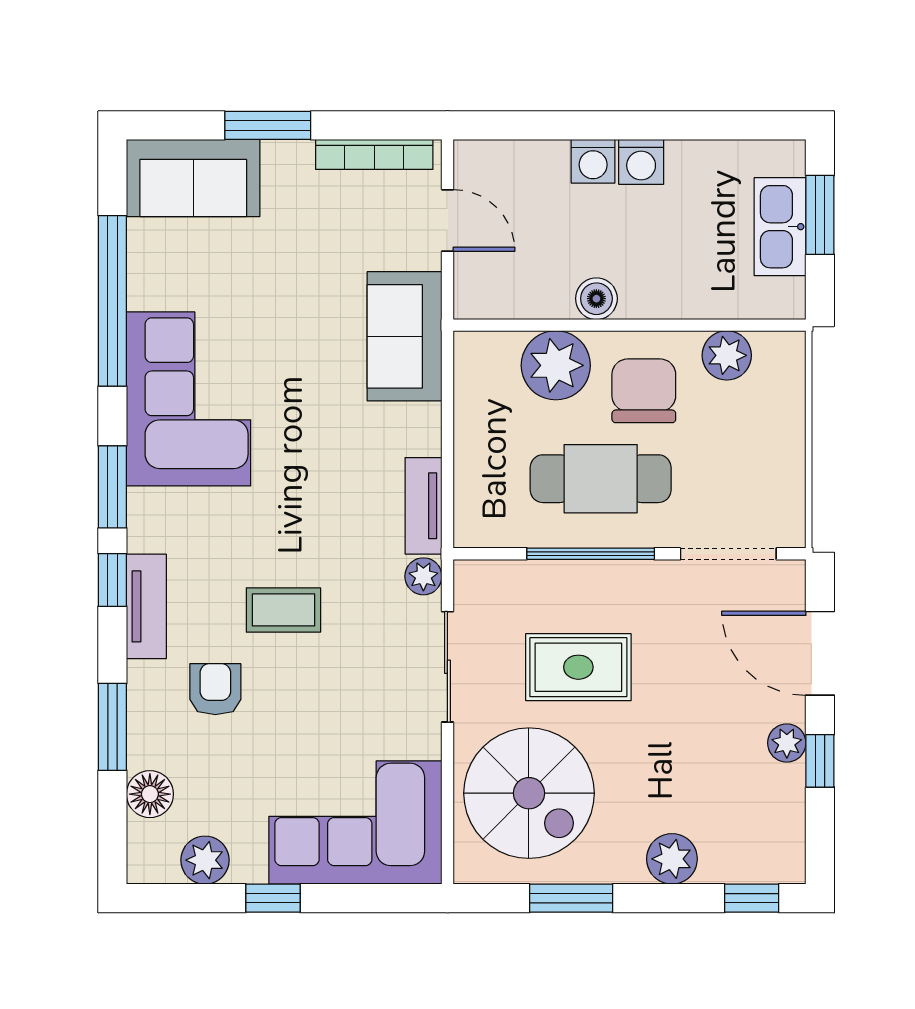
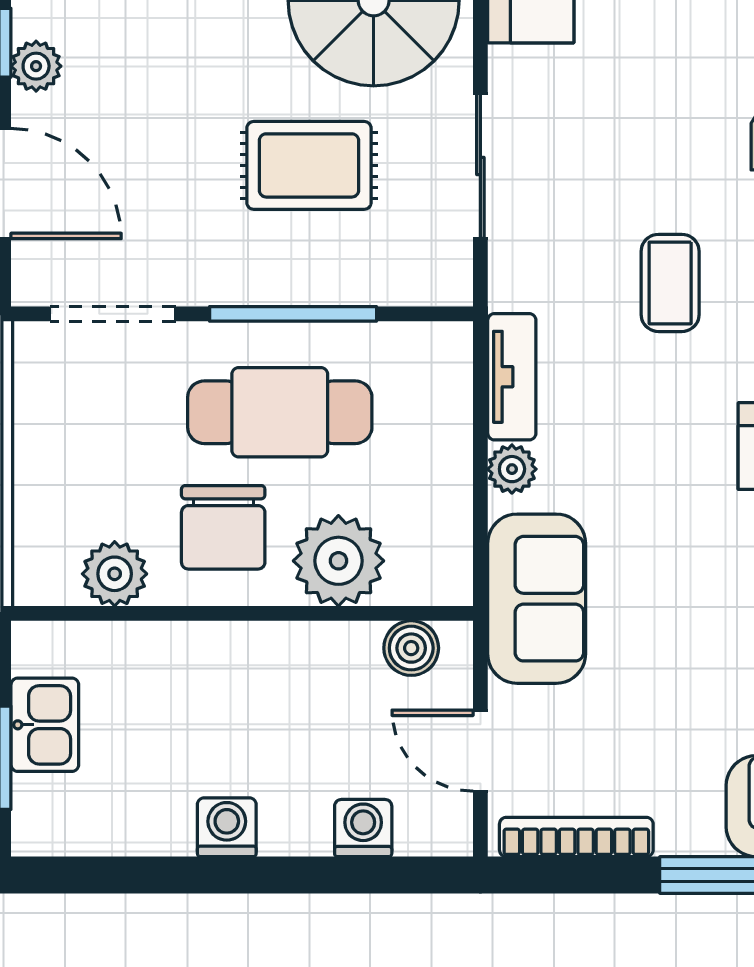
washing machine: (593, 161) -> (363, 828), moved
kitchen sink: (780, 227) -> (45, 725), width x0.73
boiler: (596, 299) -> (411, 648), moved
plant: (423, 576) -> (512, 469), moved
coffee table: (283, 610) -> (670, 283), moved, turned 90

